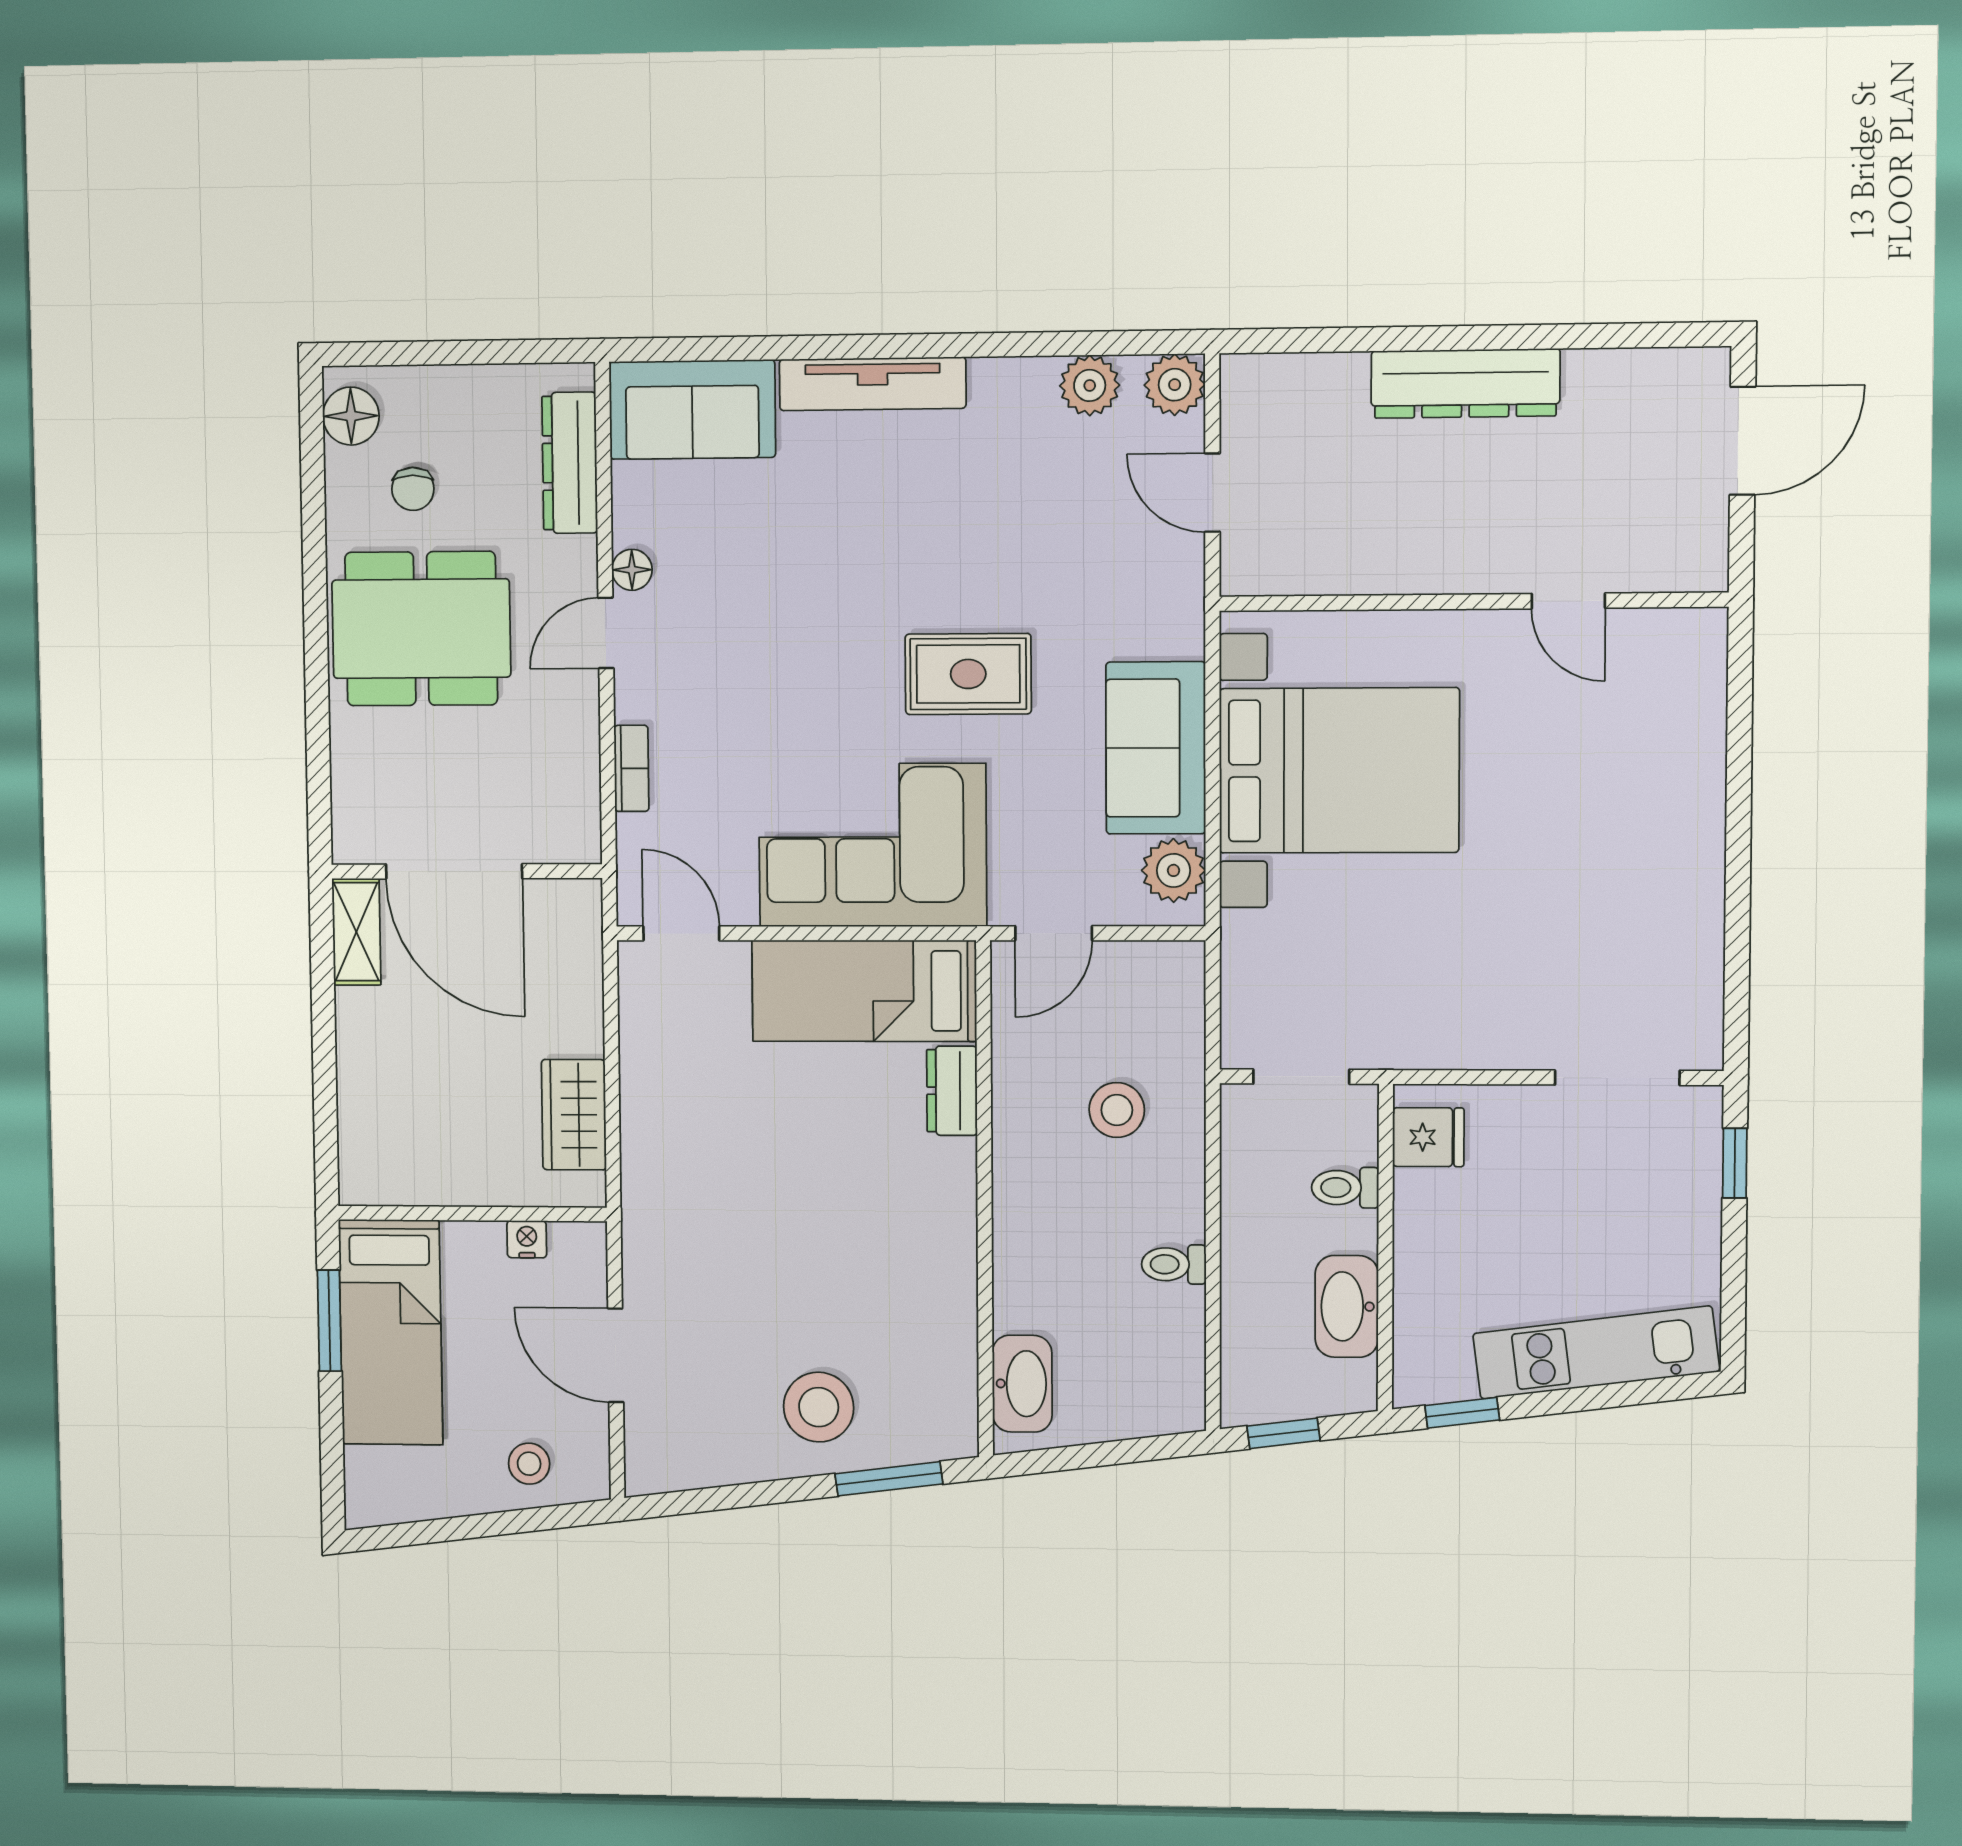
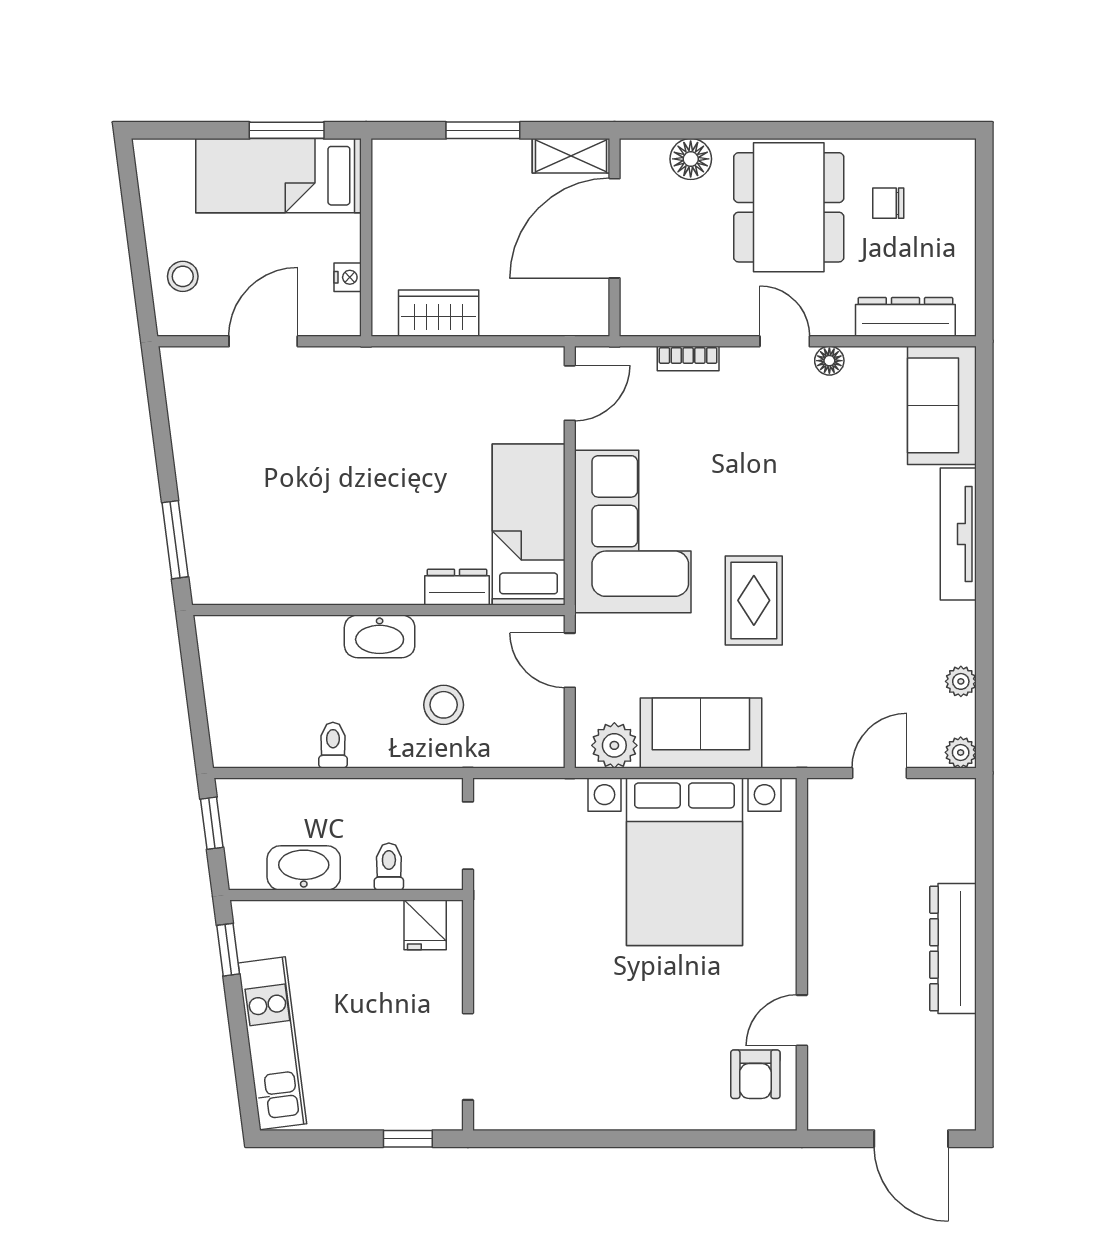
plant: (1090, 385) -> (961, 681), width x0.73, depth x0.73
plant: (1175, 385) -> (961, 752), width x0.73, depth x0.73
floor lamp: (351, 416) -> (691, 159), moved
armchair: (1646, 667) -> (755, 1074), added
window: (324, 1053) -> (483, 130), added
washbasin: (1022, 1384) -> (380, 636), moved
stool: (819, 1407) -> (227, 489), removed

